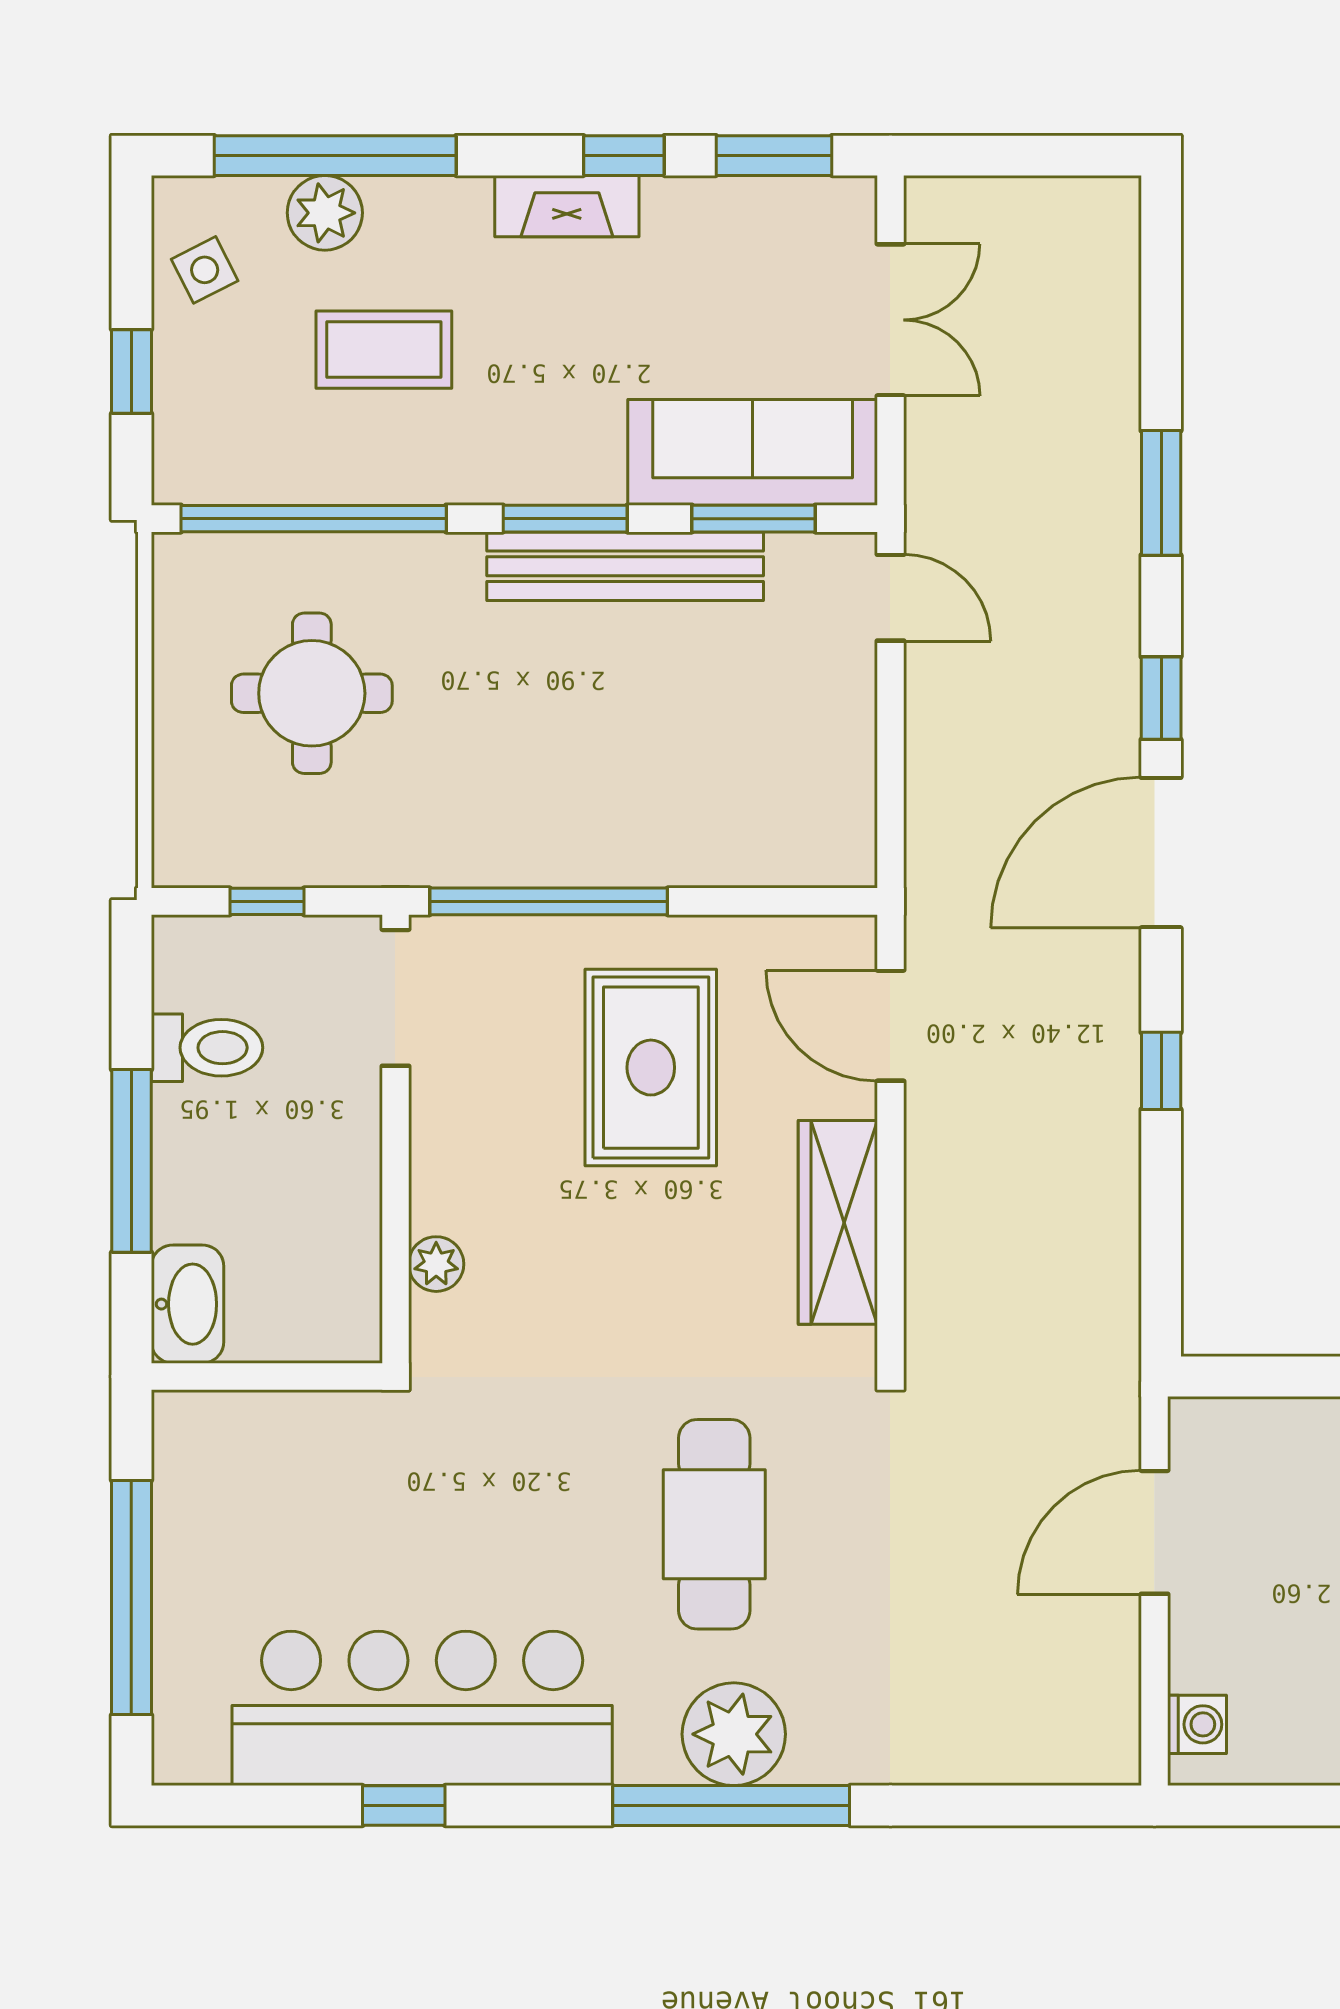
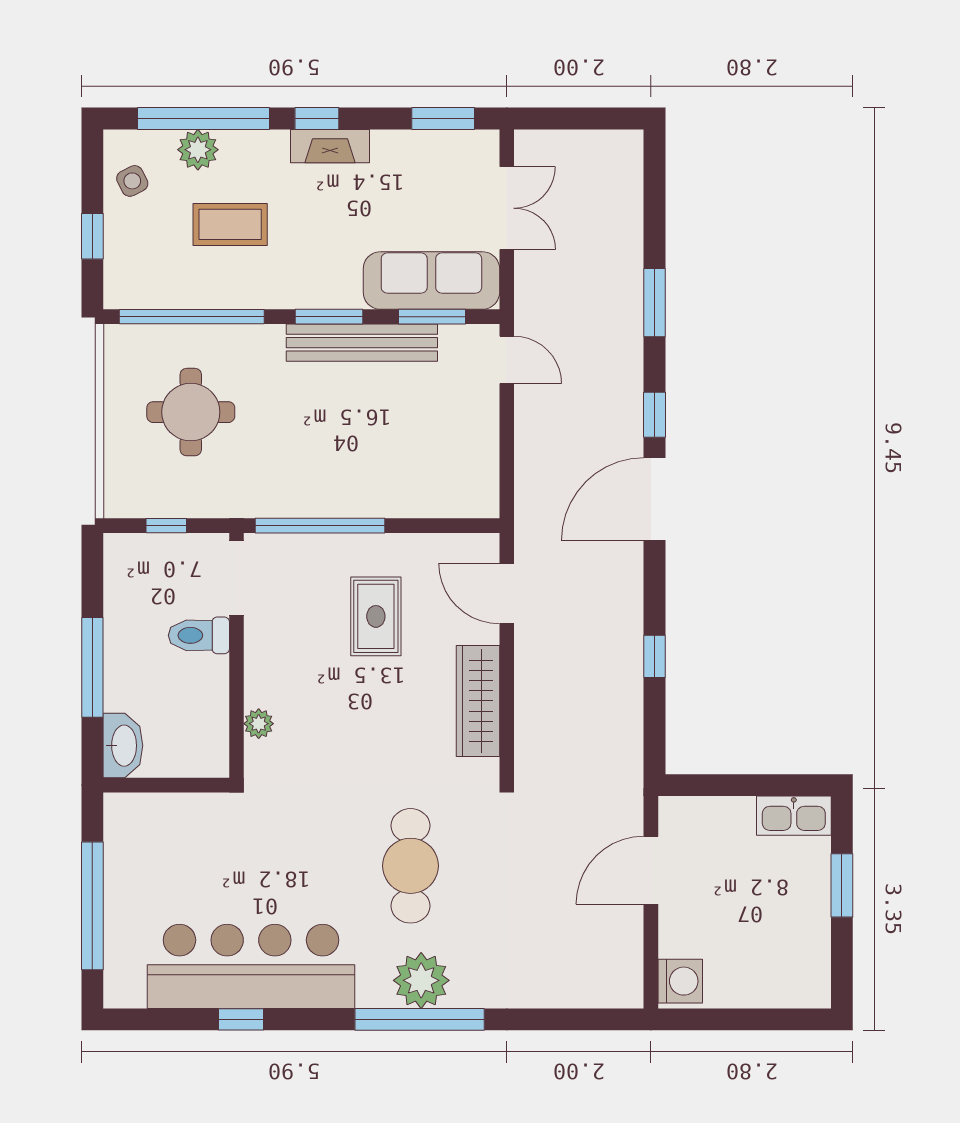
window: (624, 156) -> (317, 118), moved
toilet: (207, 1048) -> (199, 635), moved, turned 180
rug: (651, 1068) -> (376, 616), width x0.73, depth x0.70
window: (1161, 1071) -> (654, 656), moved
washing machine: (1197, 1724) -> (680, 981), width x1.38, depth x1.38

